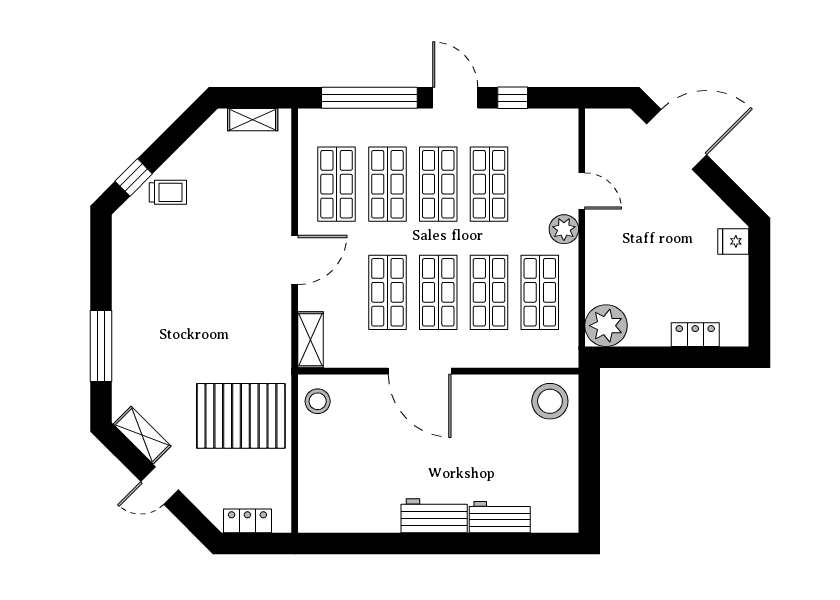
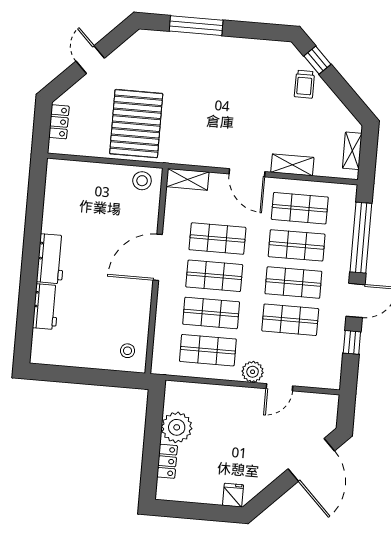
plant: (606, 326) -> (177, 427), moved
stool: (550, 401) -> (128, 351), width x0.53, depth x0.53
shelving: (142, 435) -> (292, 165), moved, turned 45

